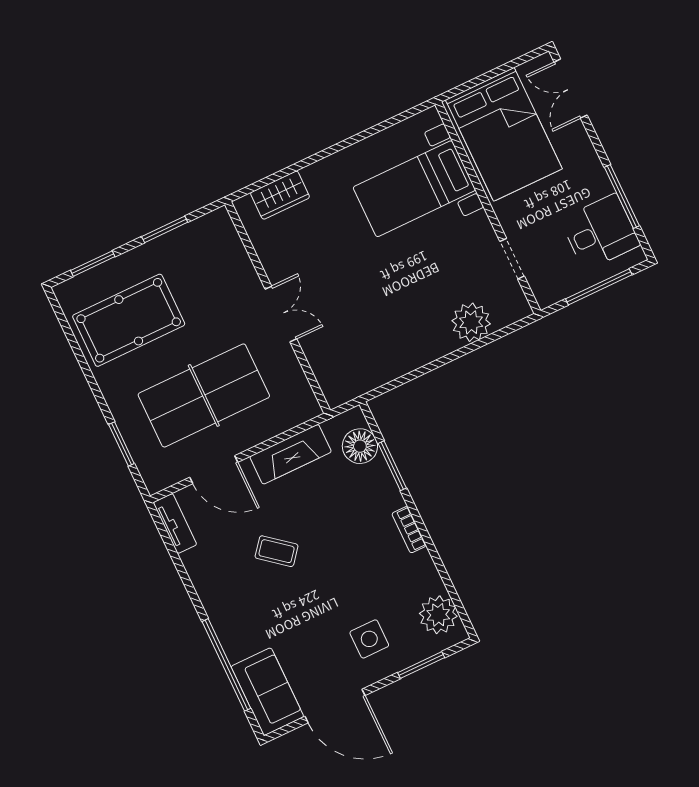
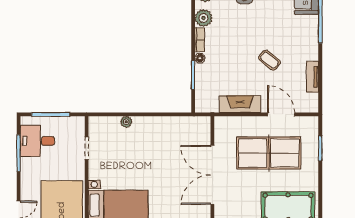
double door: (281, 314) -> (212, 175), width x1.87
plant: (471, 322) -> (126, 122), width x0.53, depth x0.53
floor lamp: (360, 446) -> (200, 58), moved, width x0.53, depth x0.53
tv unit: (175, 524) -> (313, 77), moved
plant: (420, 569) -> (203, 18), added

